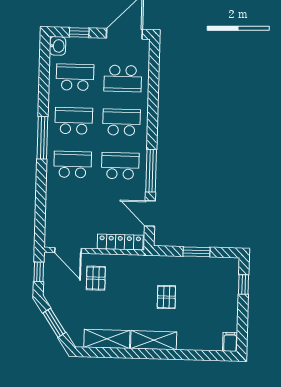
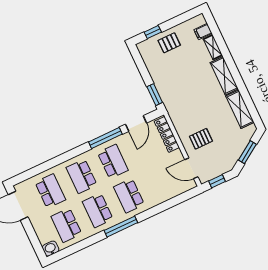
window: (79, 32) -> (33, 238), removed
school desk: (120, 166) -> (113, 162), turned 180
door: (68, 250) -> (191, 168), swing flipped
window: (196, 252) -> (155, 95), moved
pallet: (166, 297) -> (169, 43), moved
filing cabinet: (230, 342) -> (203, 32), moved
shelving: (192, 344) -> (213, 47), added

